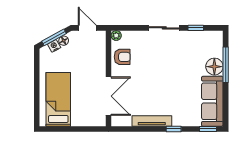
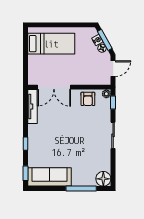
window: (196, 28) -> (113, 103), moved
floor lamp: (214, 67) -> (103, 179), moved
tv unit: (152, 121) -> (32, 106), moved

